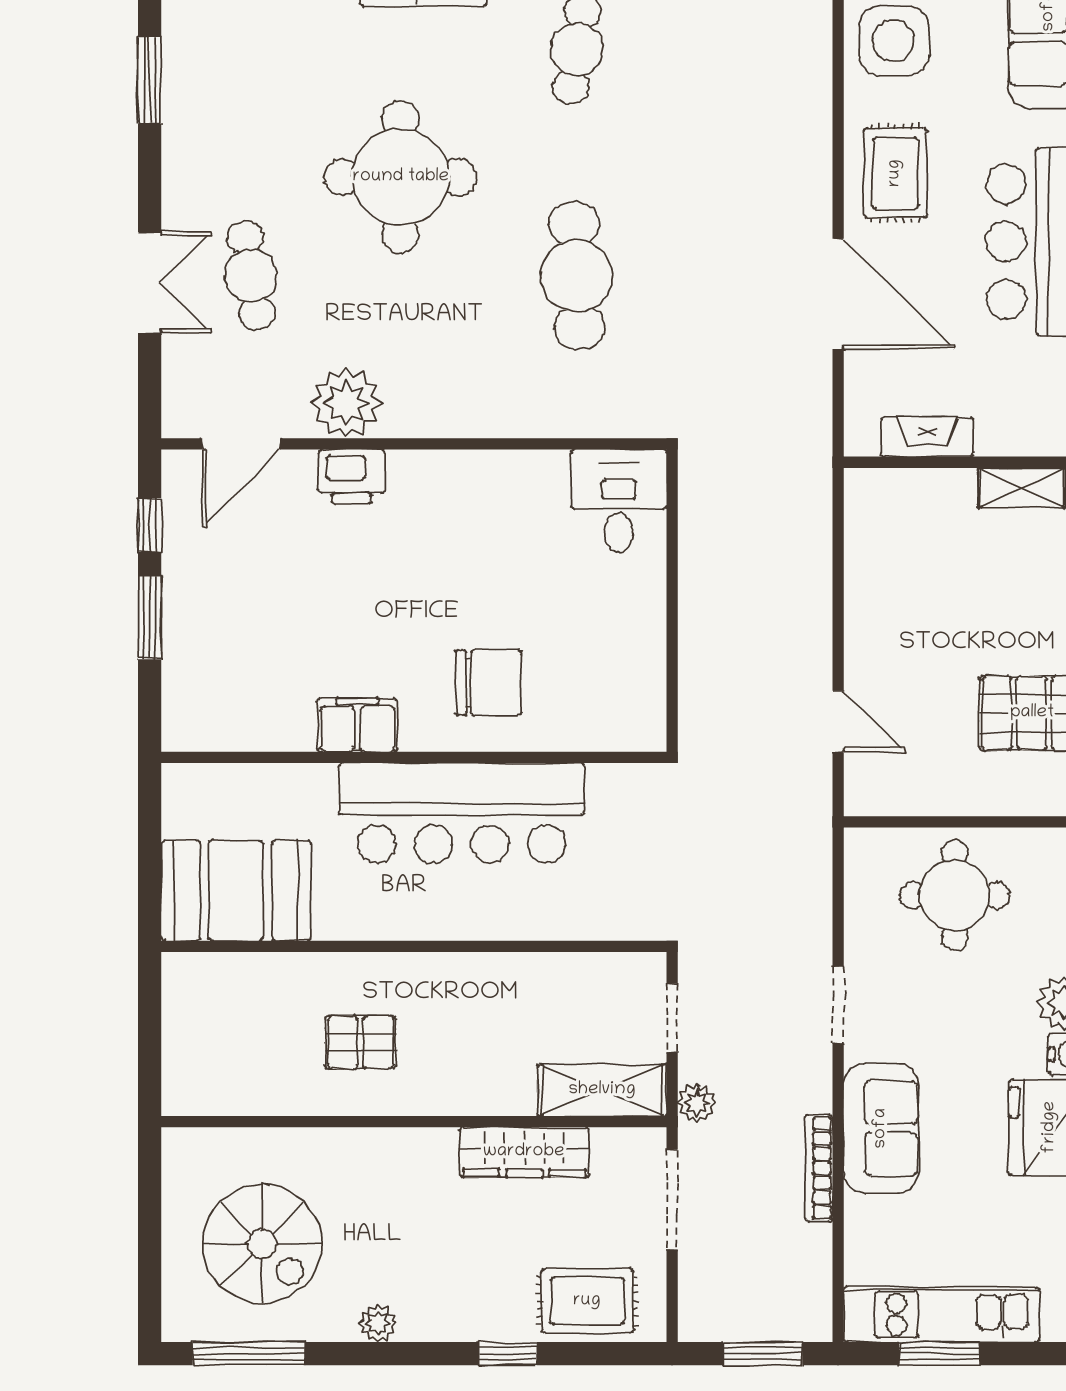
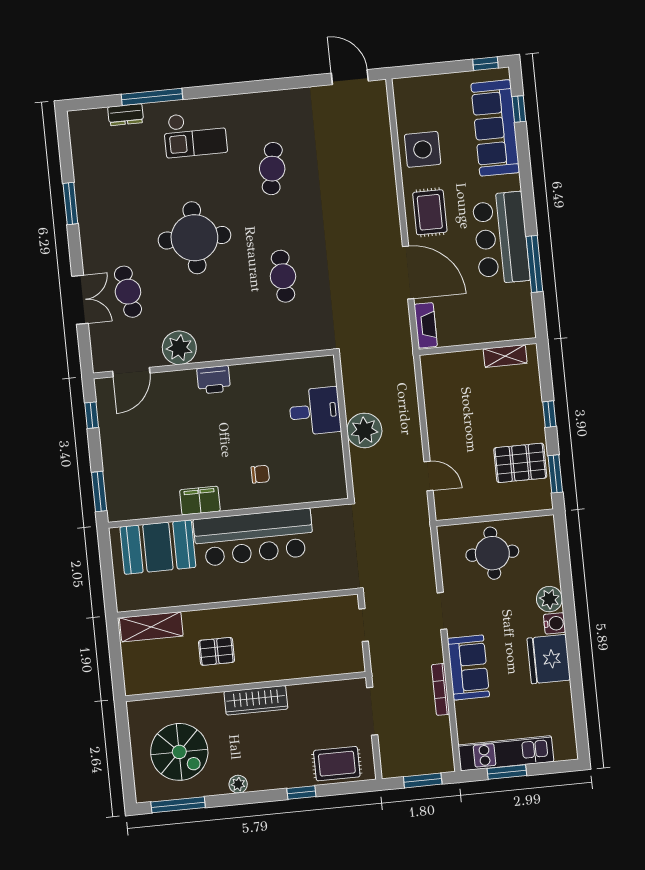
cafe table: (577, 276) -> (283, 276), width x0.73, depth x0.74
fireplace: (927, 437) -> (426, 325), moved, turned 90
printer: (352, 477) -> (214, 380), moved
desk: (619, 501) -> (315, 411), moved, turned 90
window: (150, 618) -> (99, 492), moved
chair: (488, 683) -> (260, 474), width x0.54, depth x0.54
booth: (236, 891) -> (158, 547), moved
shelving: (602, 1090) -> (151, 627), moved
plant: (697, 1103) -> (364, 430), moved, width x1.88, depth x1.88
wardrobe: (524, 1152) -> (256, 700), moved

